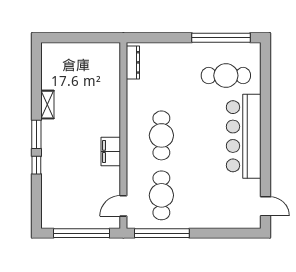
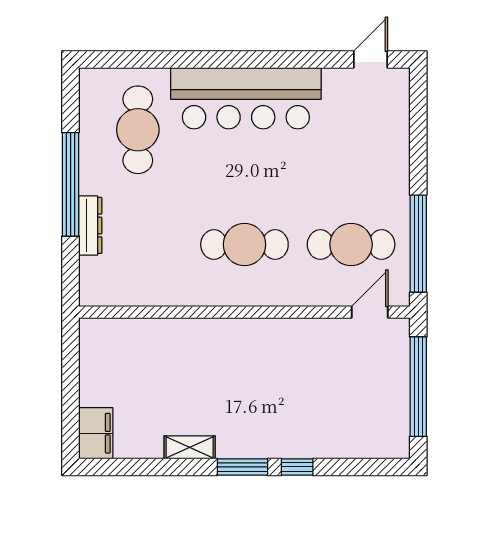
window: (221, 38) -> (71, 184), moved
dresser: (133, 62) -> (90, 225), moved, turned 90
filing cabinet: (111, 151) -> (96, 433), moved, turned -90
door: (123, 206) -> (370, 312), swing flipped

